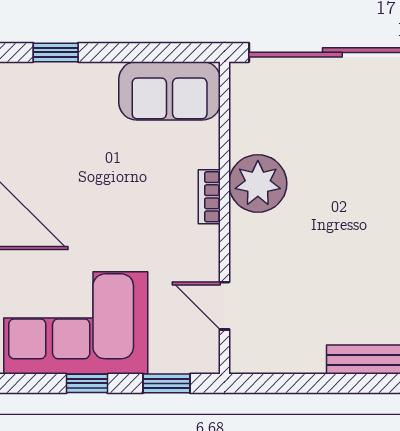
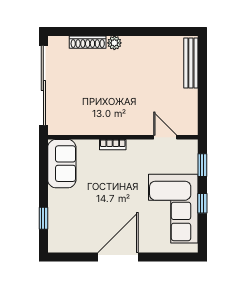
plant: (258, 183) -> (106, 121), removed
door: (225, 306) -> (165, 137), swing flipped

